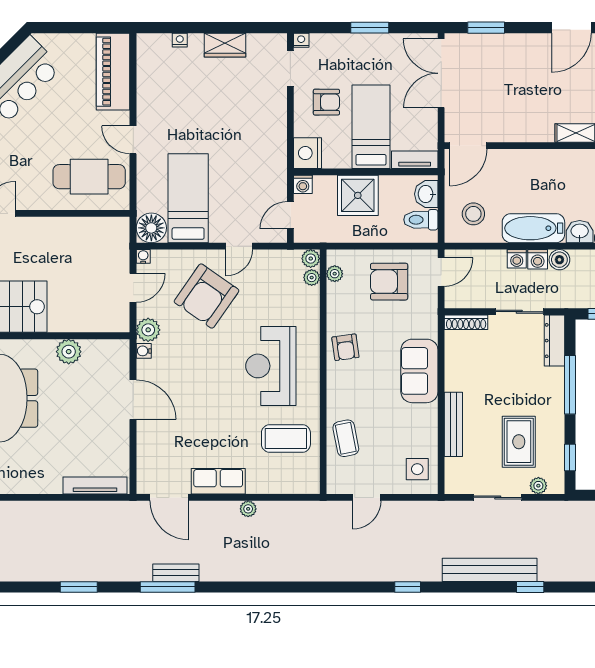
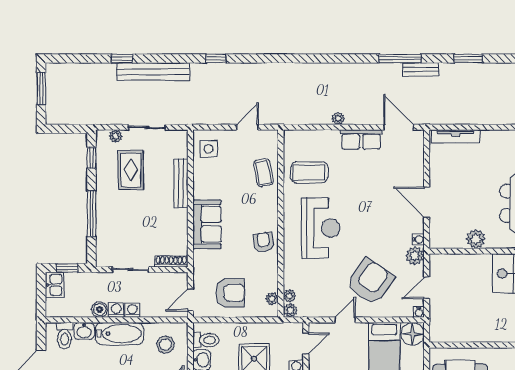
dresser: (554, 341) -> (103, 247), removed
bench: (176, 573) -> (421, 69), moved

